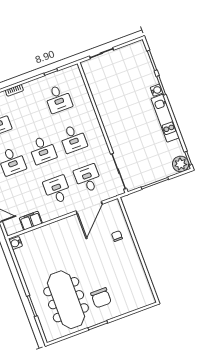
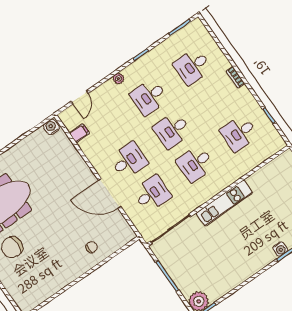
kitchen unit: (165, 118) -> (224, 203), moved, turned 180
door: (89, 207) -> (110, 193), moved
filing cabinet: (31, 221) -> (79, 133), width x0.50

